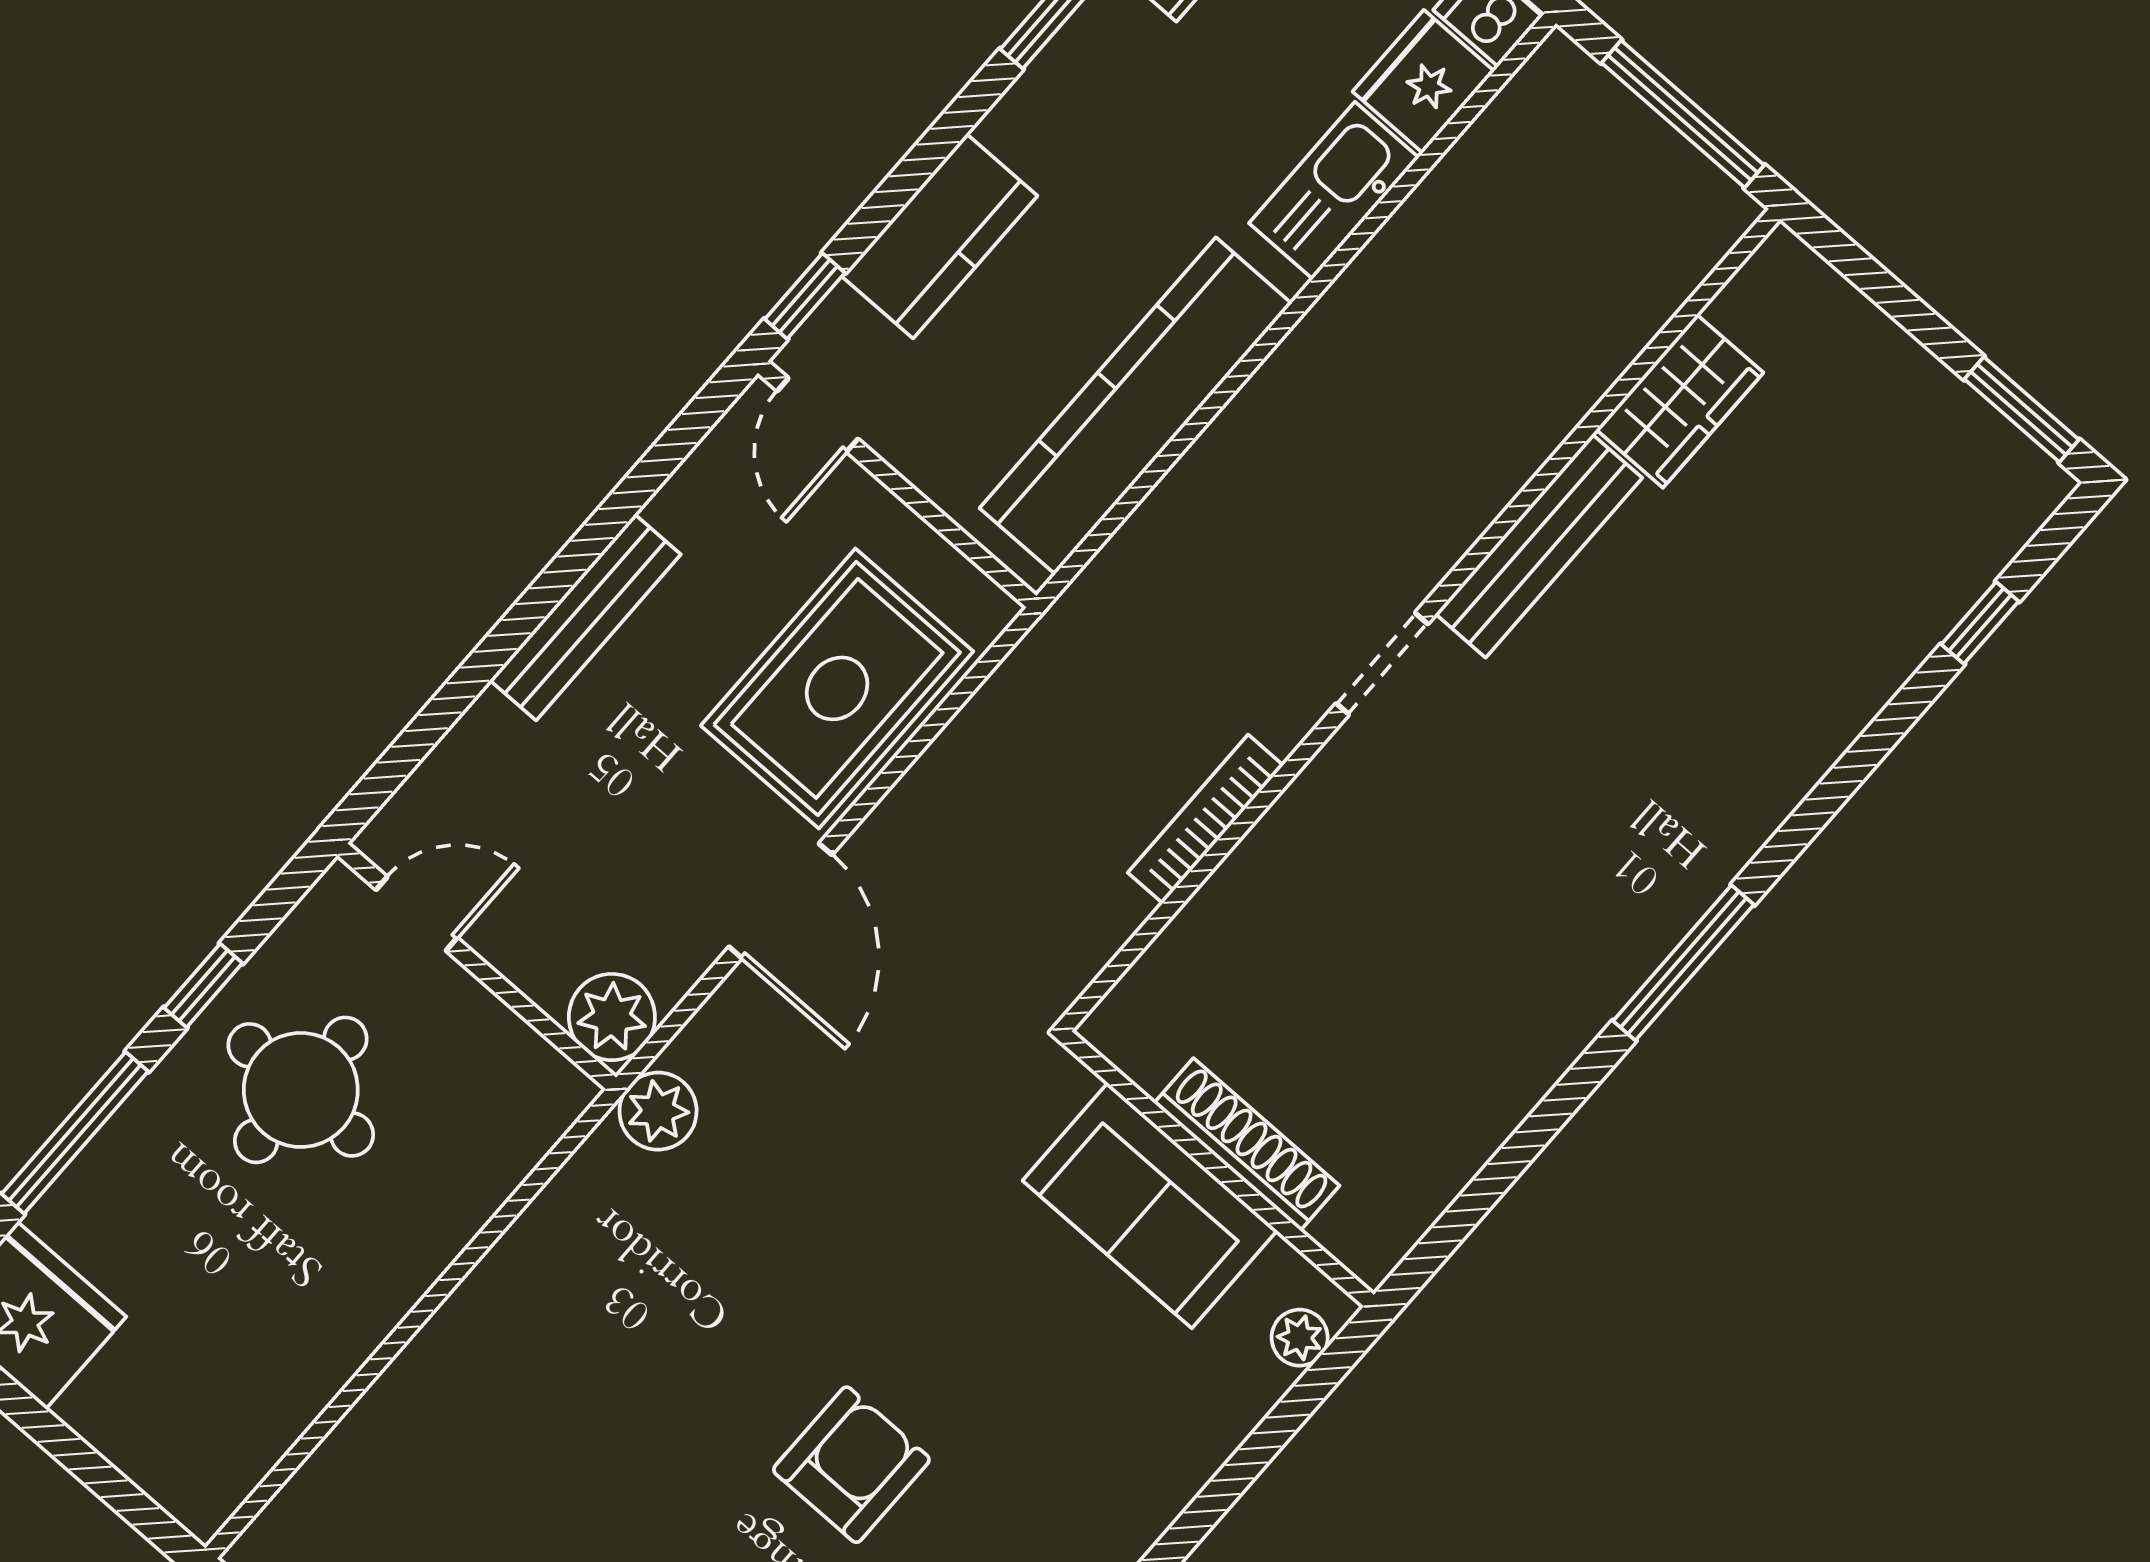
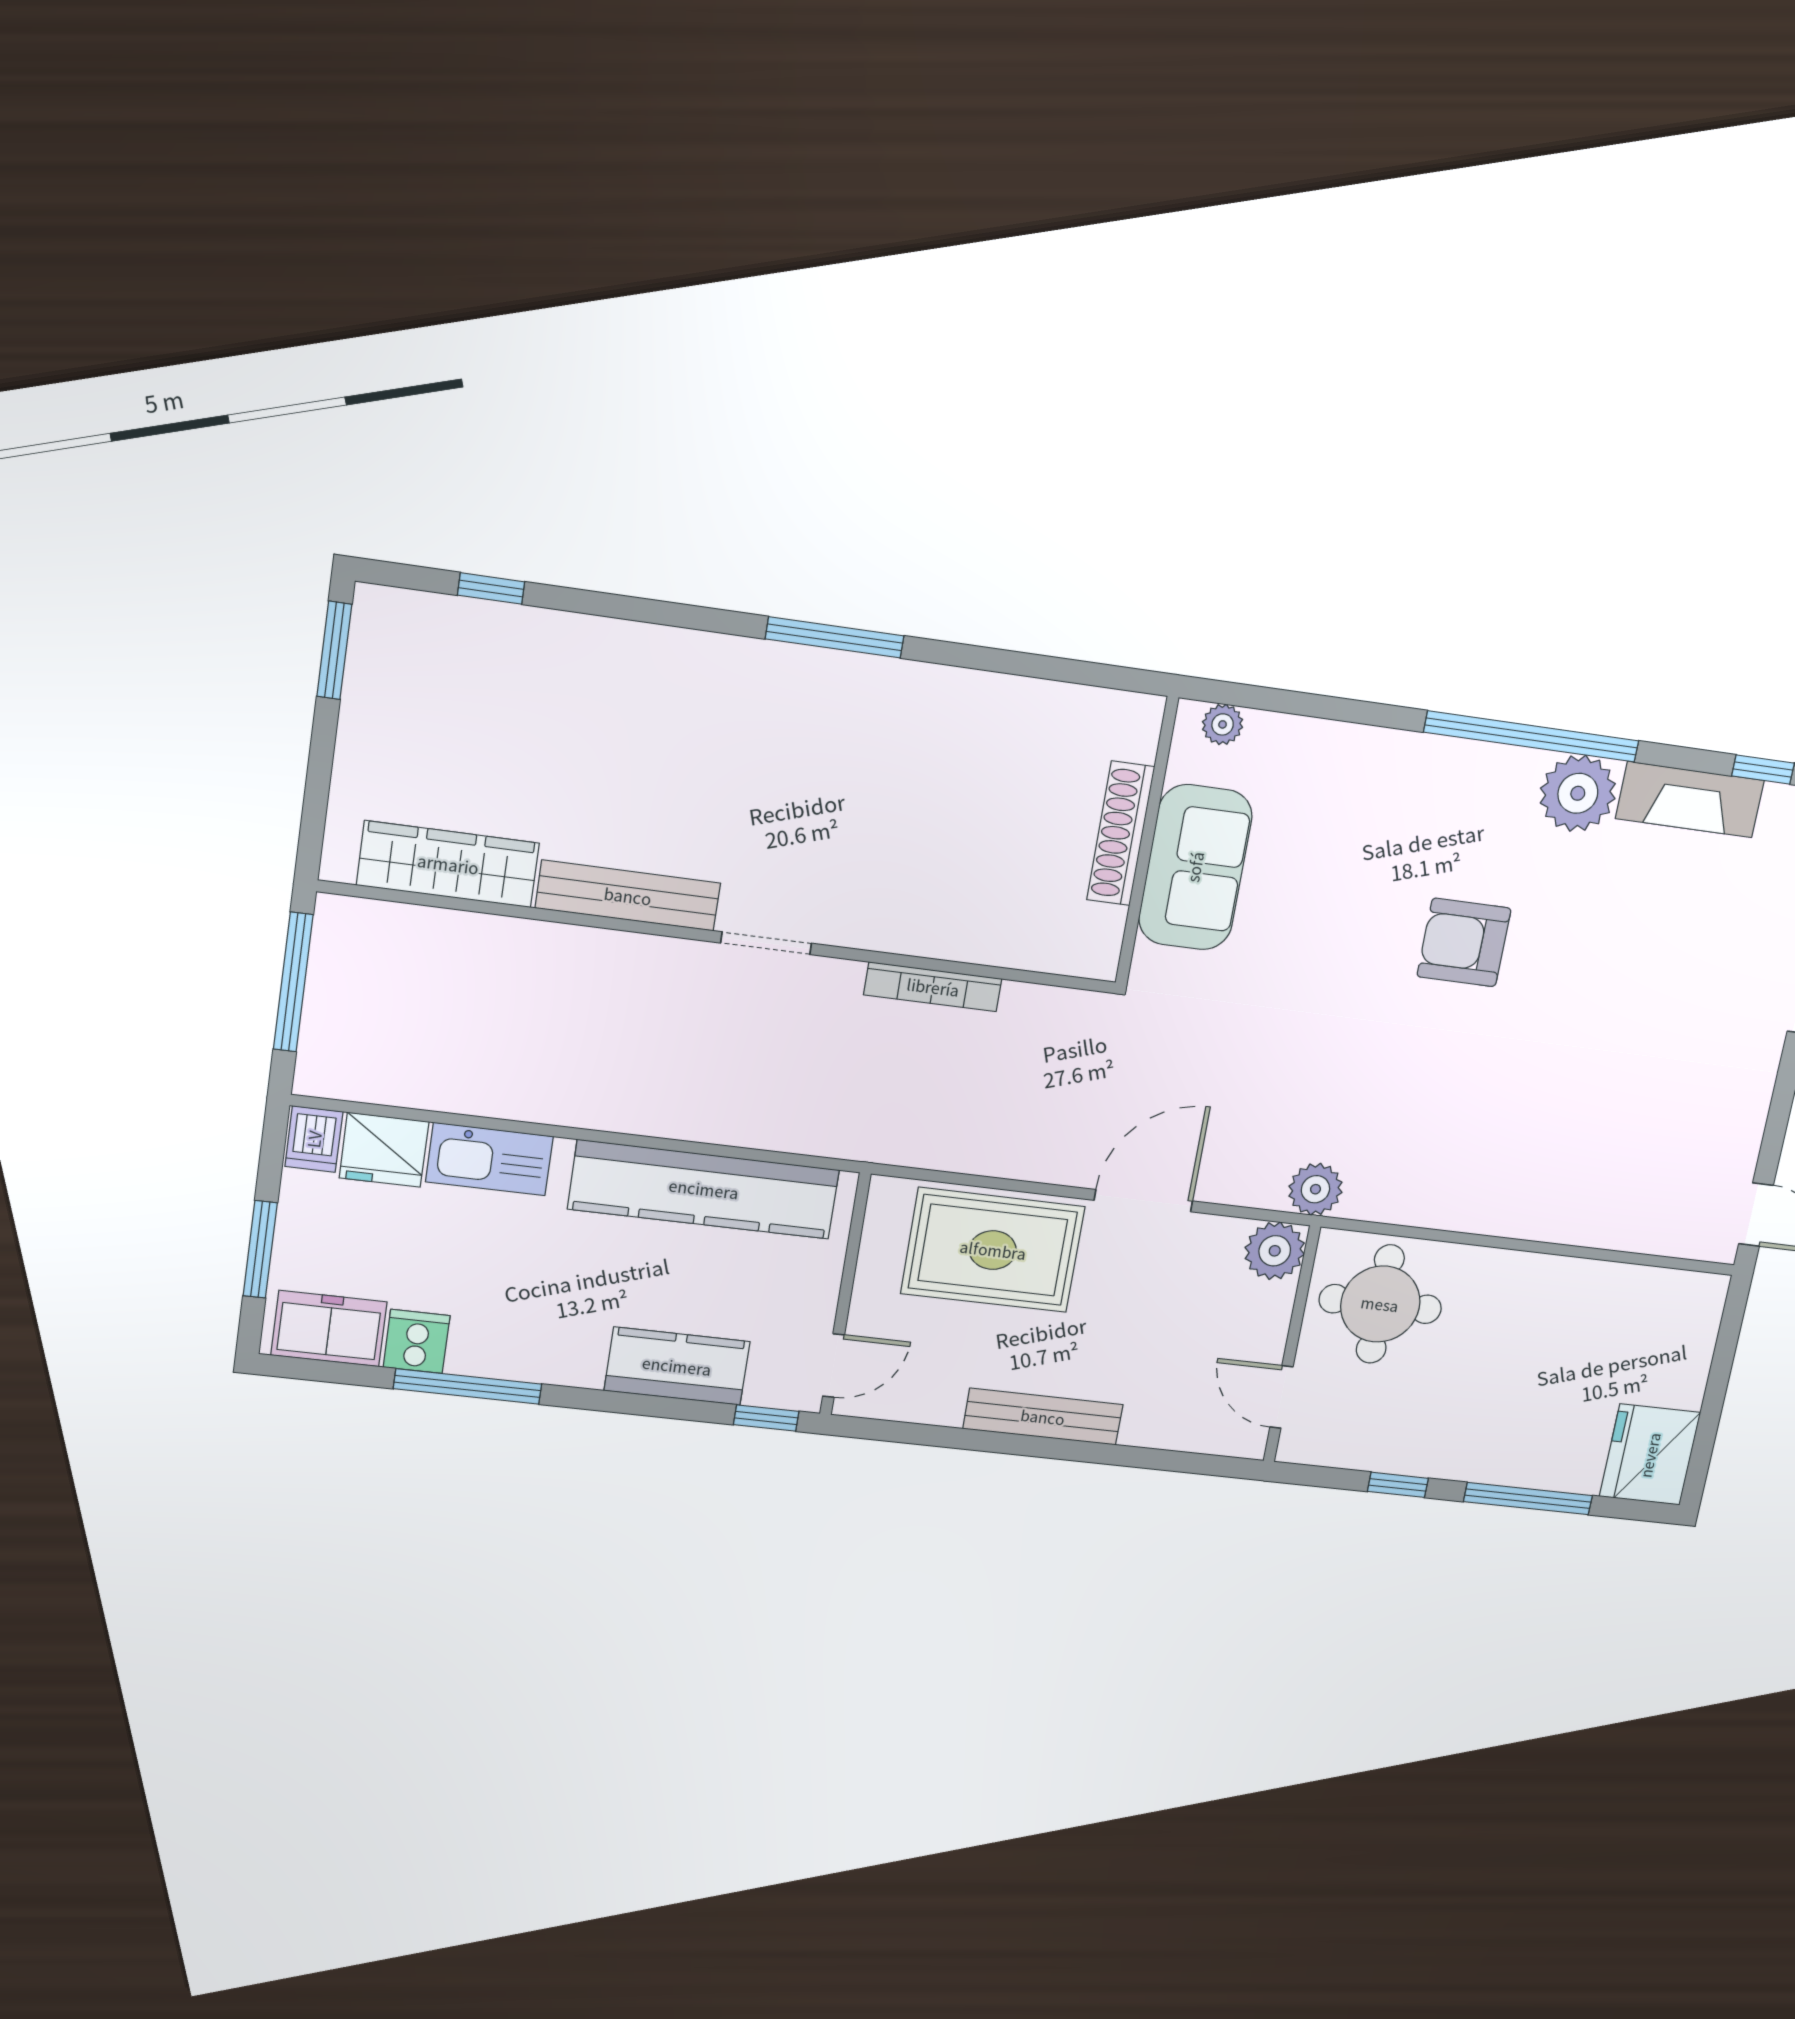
wardrobe: (1680, 401) -> (448, 864), width x1.50
round table: (301, 1090) -> (1380, 1304), moved

